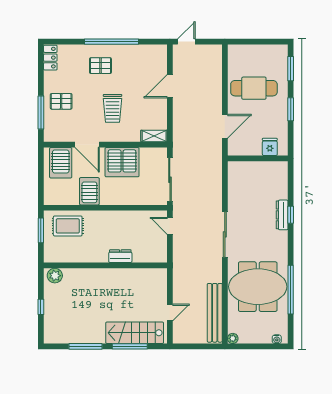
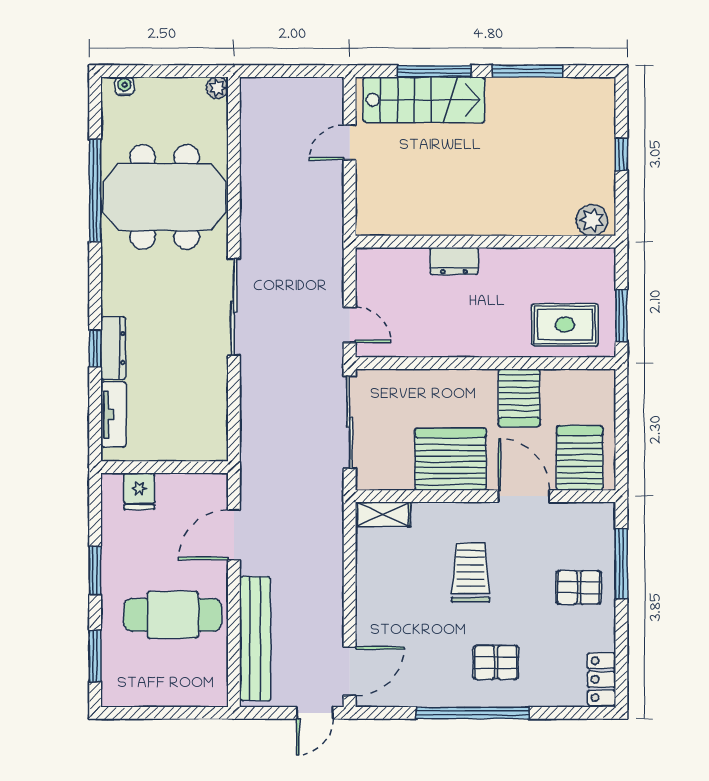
door: (170, 86) -> (350, 671), moved
tv unit: (282, 183) -> (113, 414), added
bench: (215, 313) -> (255, 639), moved

